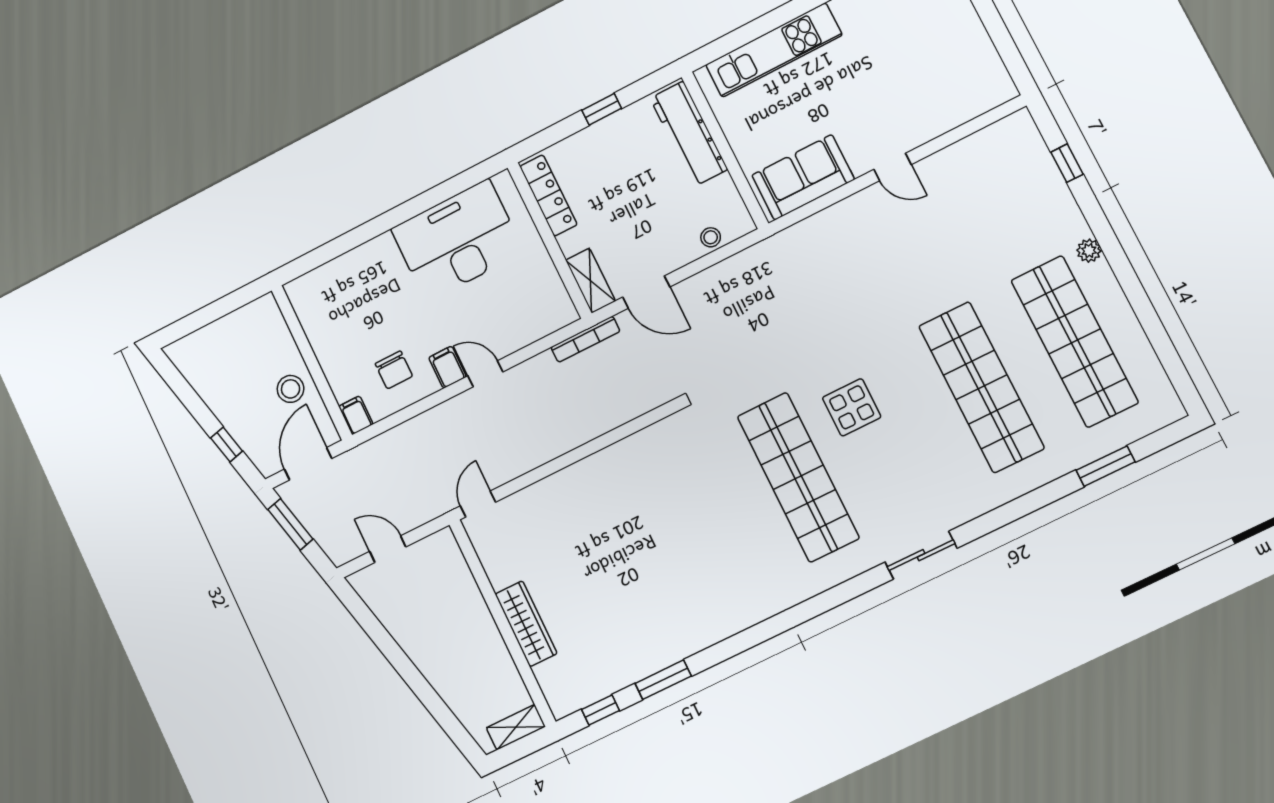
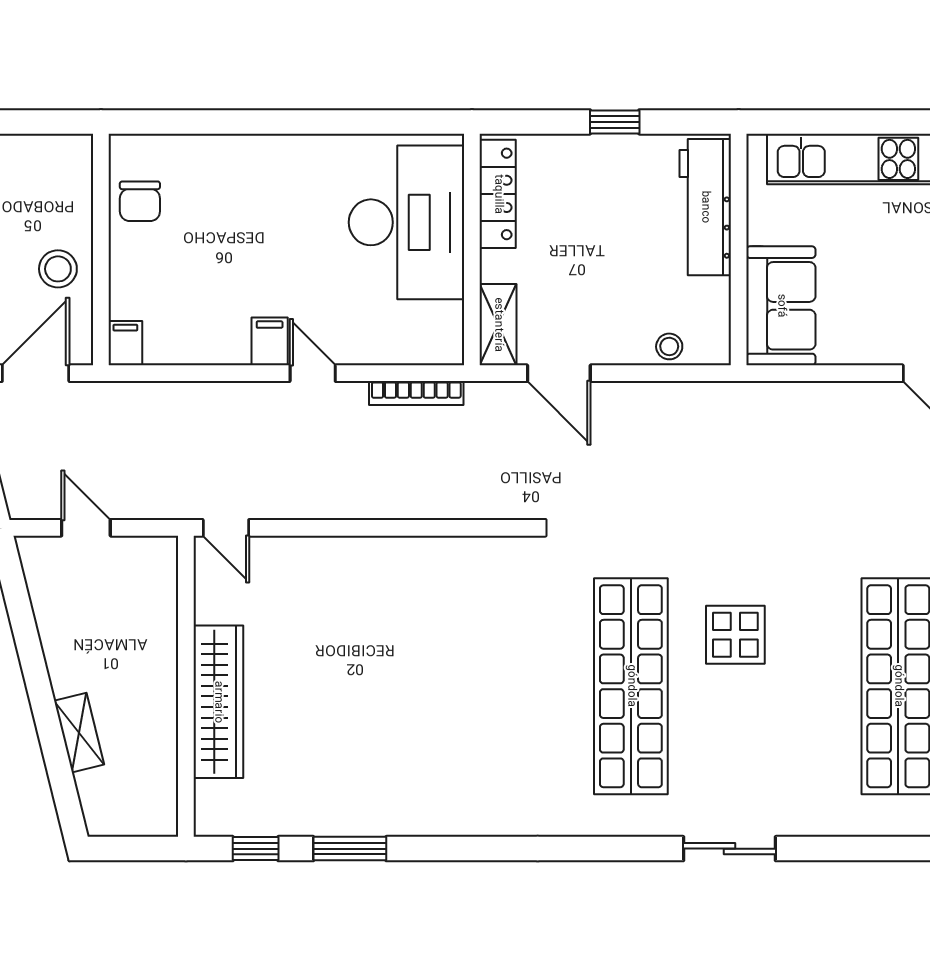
sofa: (803, 177) -> (781, 306), moved, turned 90
desk: (457, 240) -> (407, 222), moved, turned 90
bookcase: (585, 339) -> (416, 393), moved
chair: (394, 370) -> (140, 201), moved
door: (478, 504) -> (226, 528), swing flipped
wardrobe: (526, 624) -> (218, 702), width x1.40, depth x1.17
shelving: (516, 727) -> (79, 733), moved, turned 76

